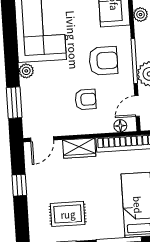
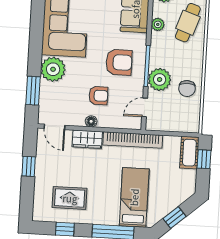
plant: (26, 71) -> (53, 69), width x1.88, depth x1.88
floor lamp: (120, 126) -> (91, 121), moved
door: (42, 139) -> (55, 127), hinge flipped

